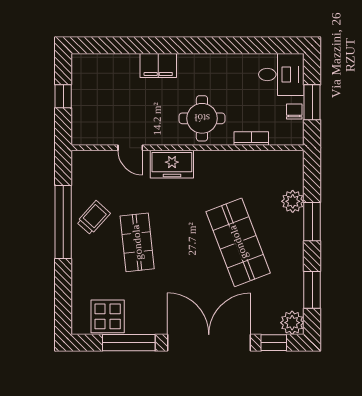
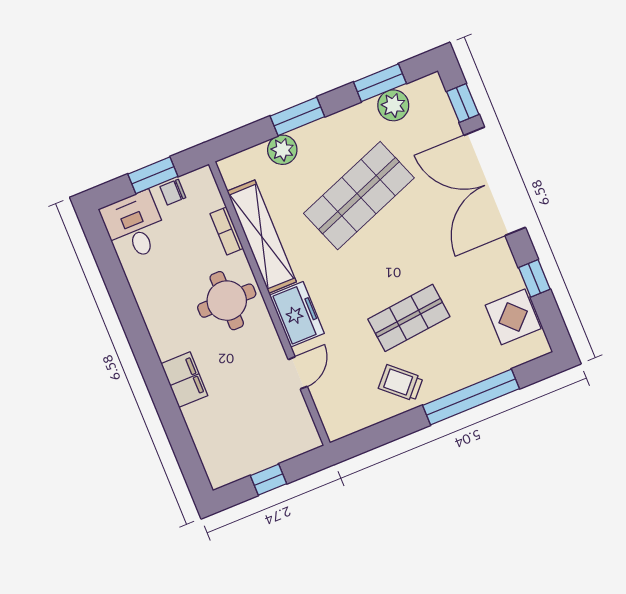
shelving: (237, 162) -> (262, 237), added
window: (63, 222) -> (471, 397), moved
plant: (292, 323) -> (393, 105), moved
window: (129, 343) -> (534, 278), width x0.46

